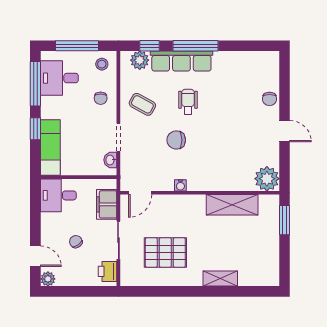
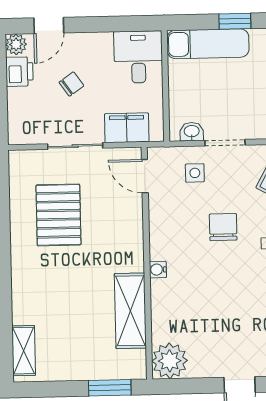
side table: (139, 159) -> (195, 173), added
water cooler: (180, 185) -> (158, 270), moved
printer: (108, 271) -> (19, 72), moved, turned 90
shelving: (220, 278) -> (24, 351), moved

